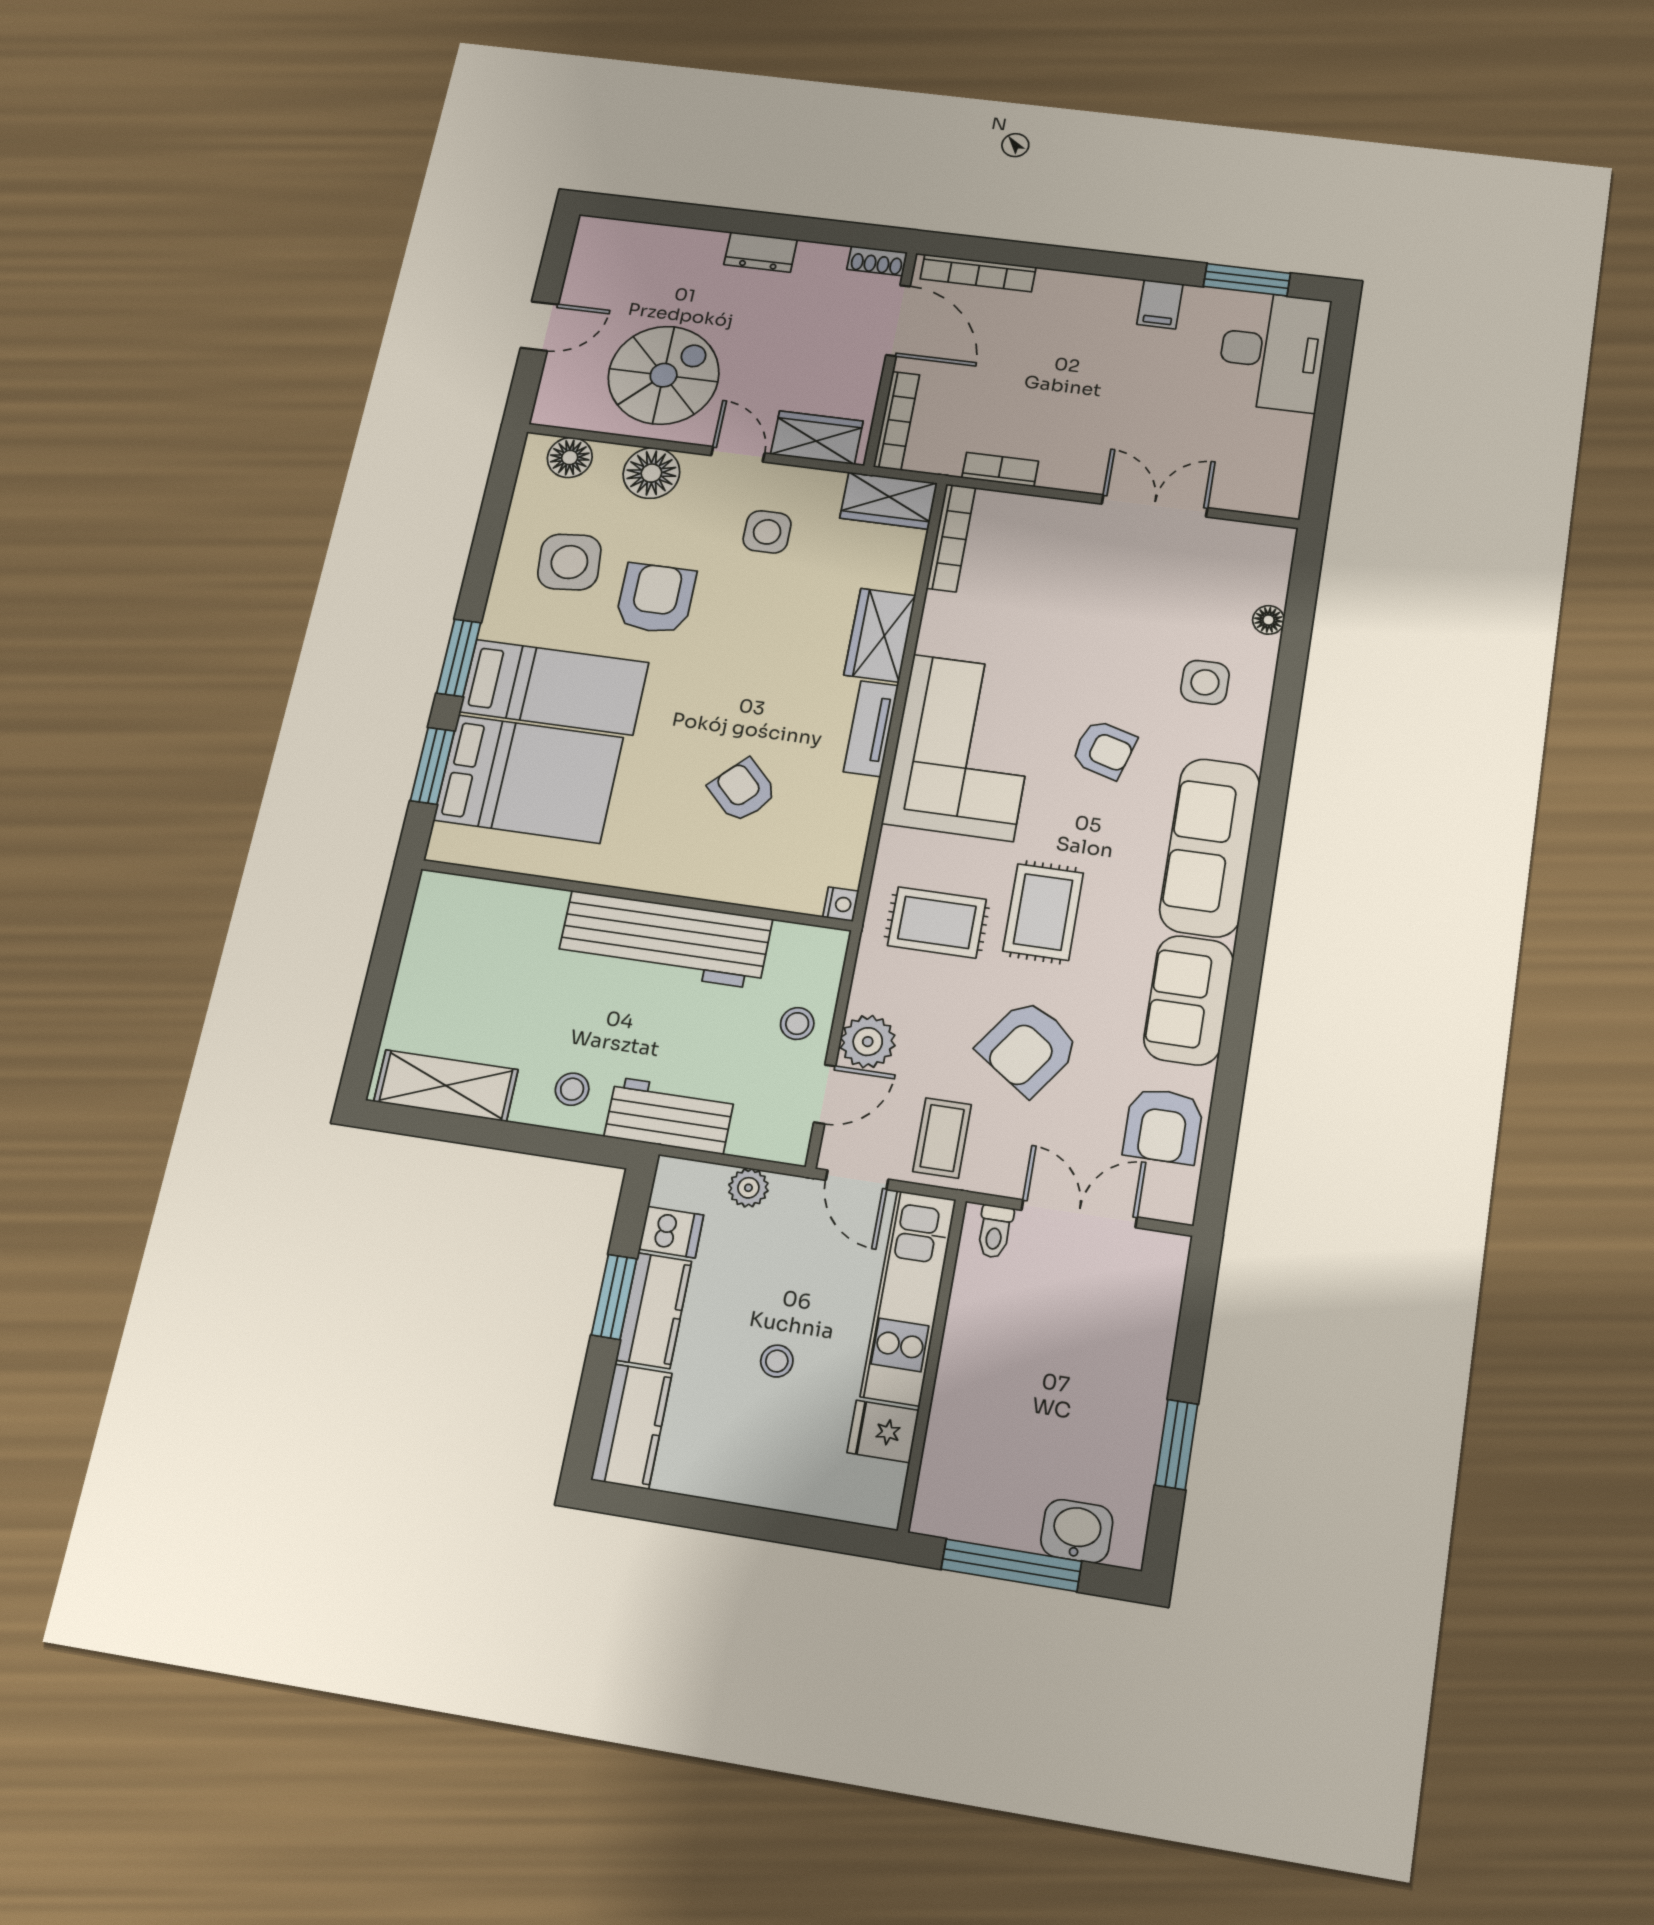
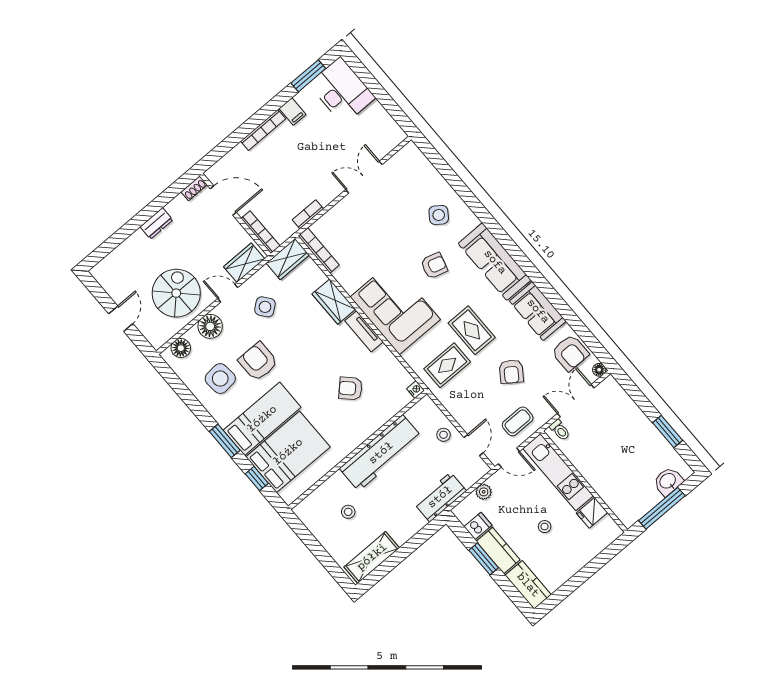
bookcase: (978, 273) -> (263, 130), moved
side table: (767, 532) -> (265, 307), turned -38
floor lamp: (1269, 620) -> (599, 370), moved
side table: (1205, 682) -> (439, 215), turned 36
window: (432, 766) -> (257, 479), width x0.67
plant: (868, 1042) -> (468, 418), removed
armchair: (1029, 1047) -> (511, 372), width x0.72, depth x0.72
stool: (572, 1089) -> (348, 512), moved
coffee table: (942, 1138) -> (518, 421), turned 90

